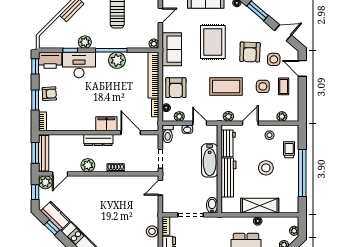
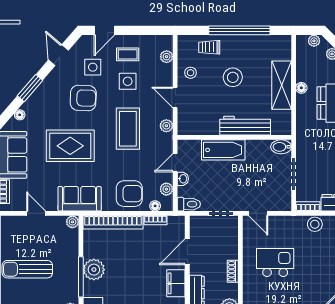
workbench: (228, 143) -> (201, 126), removed
kitchen island: (122, 201) -> (275, 263), added

